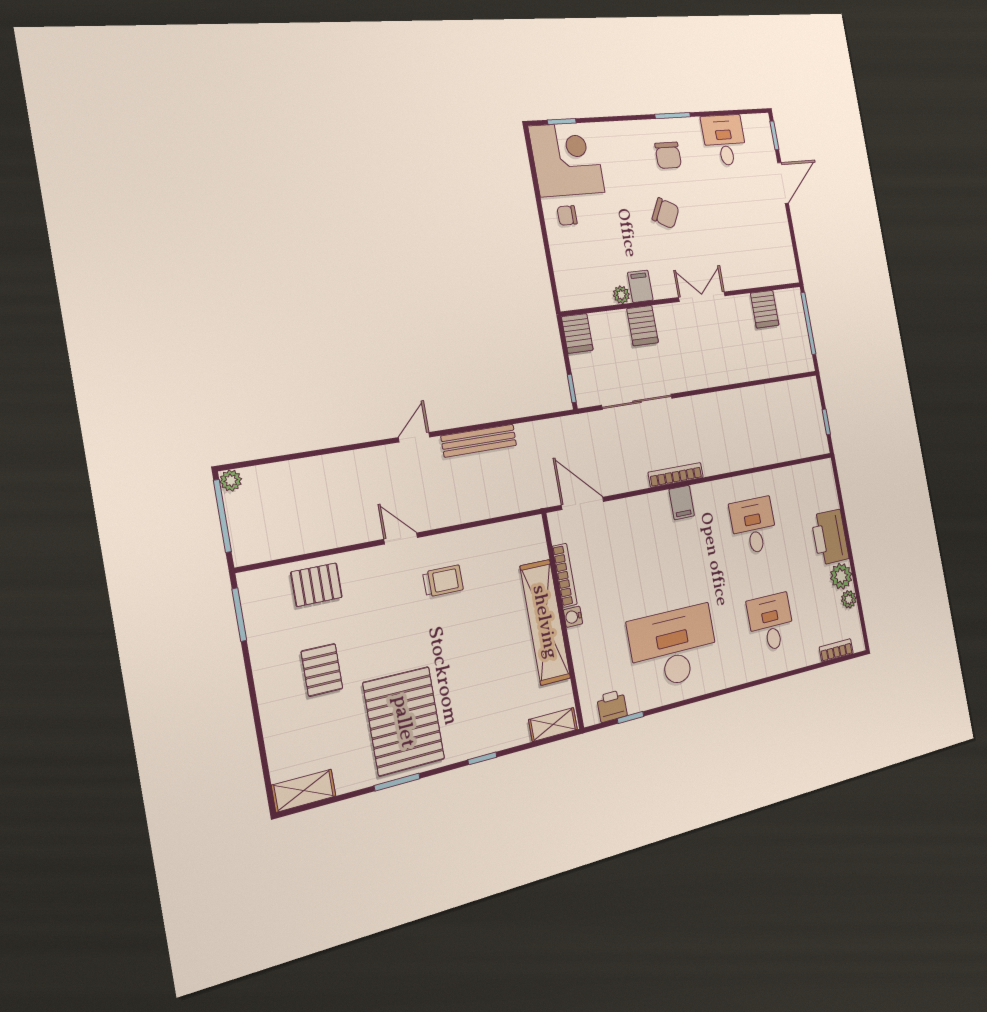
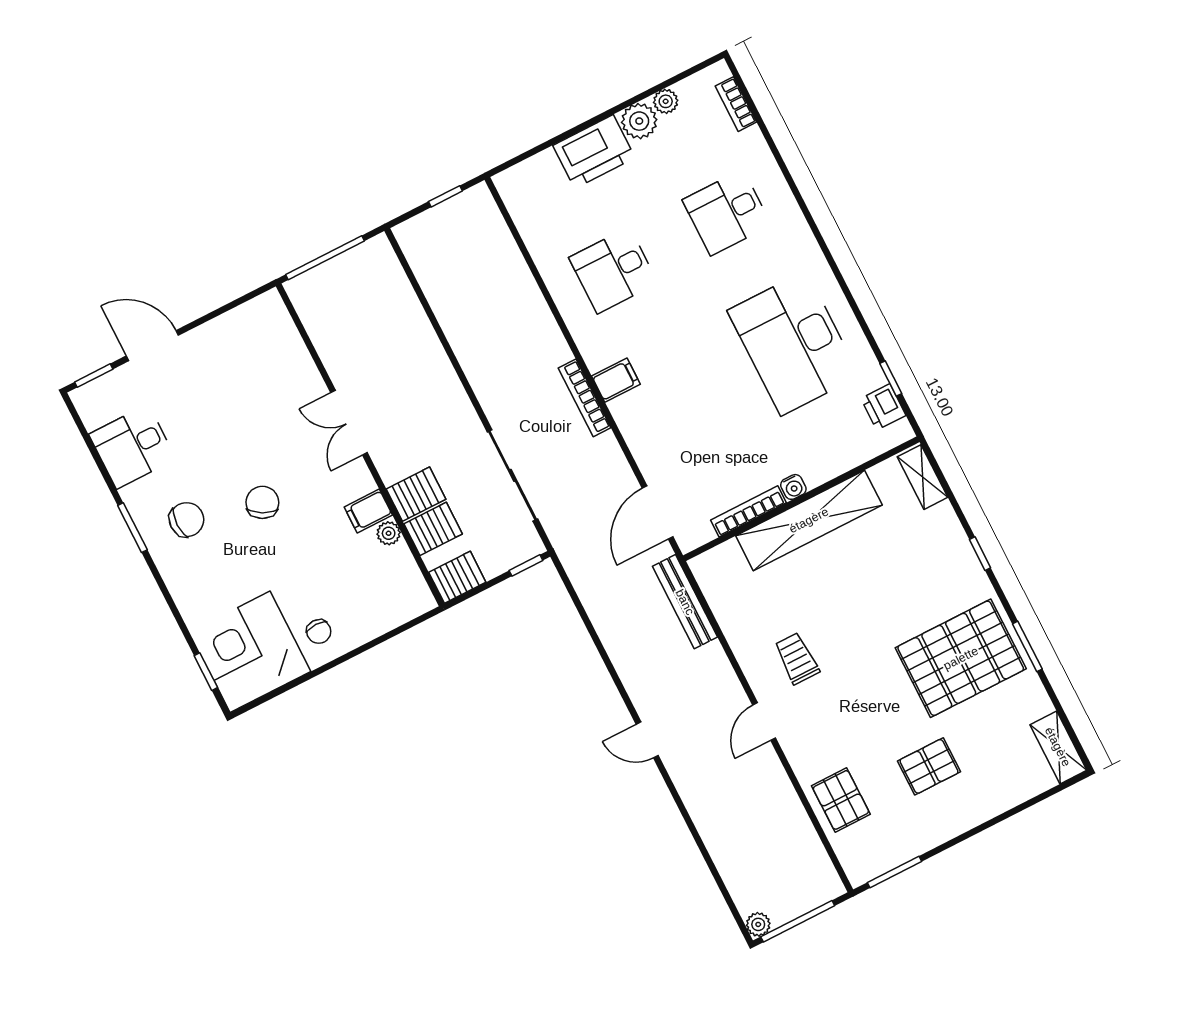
server rack: (765, 309) -> (433, 529), moved
bench: (479, 441) -> (685, 602), moved

